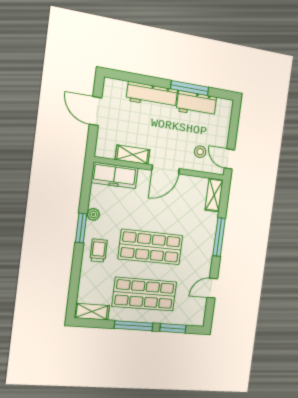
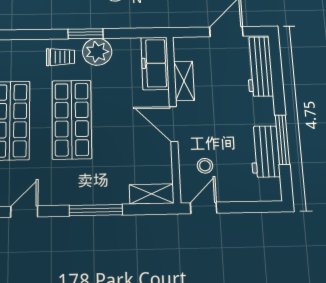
workbench: (152, 95) -> (259, 66), moved
plant: (93, 214) -> (97, 52), width x1.88, depth x1.88
door: (212, 288) -> (24, 212), hinge flipped

